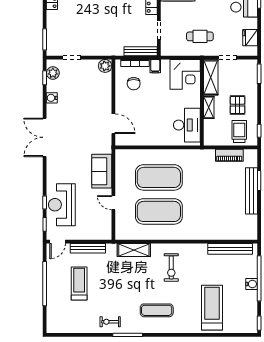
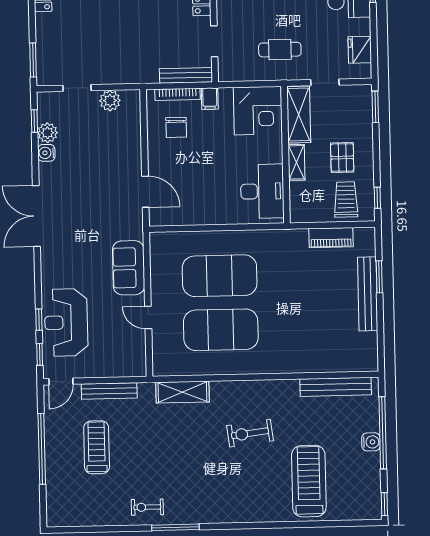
plant: (105, 66) -> (110, 101), moved
plant: (53, 73) -> (47, 133), moved
exercise bike: (171, 268) -> (250, 433), moved, turned 83
exercise mat: (157, 310) -> (221, 487), removed

